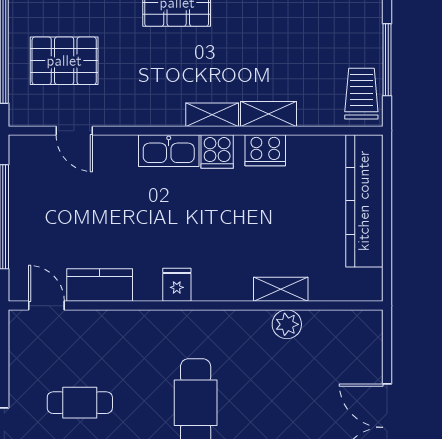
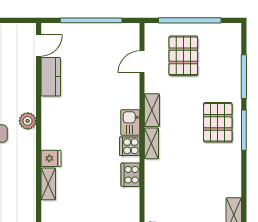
shelving: (268, 114) -> (152, 110), moved
kitchen sink: (169, 151) -> (130, 123), width x0.73
fridge: (177, 285) -> (51, 158), moved
plant: (287, 324) -> (28, 121), moved

